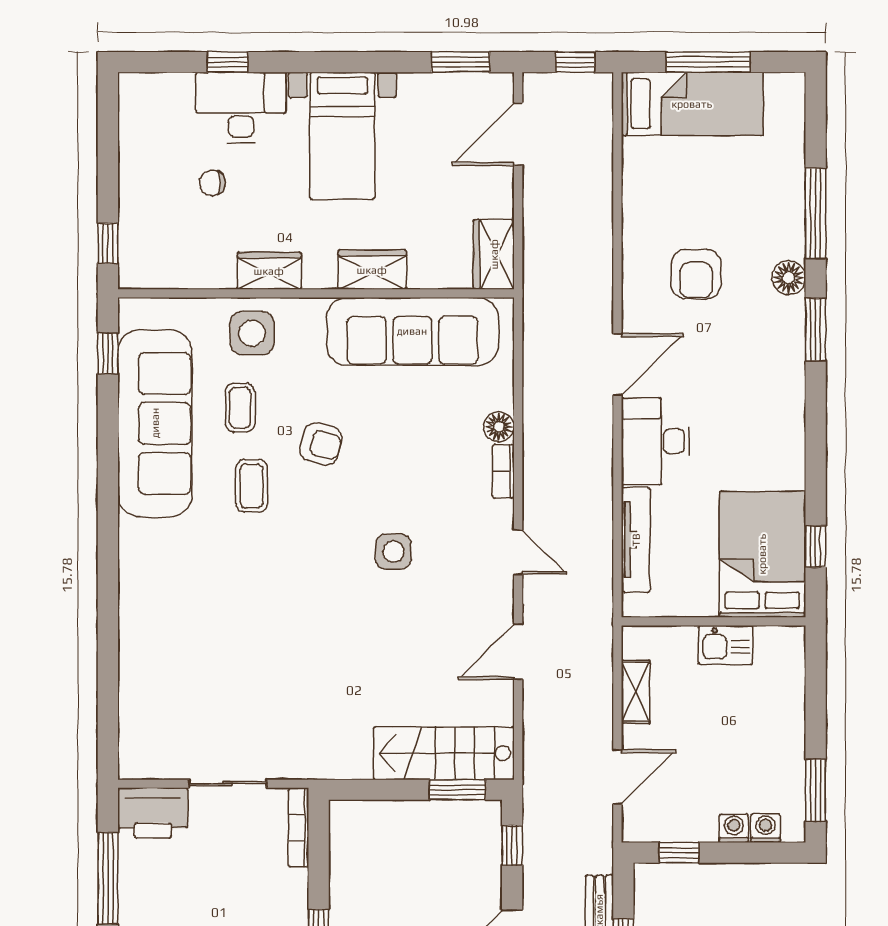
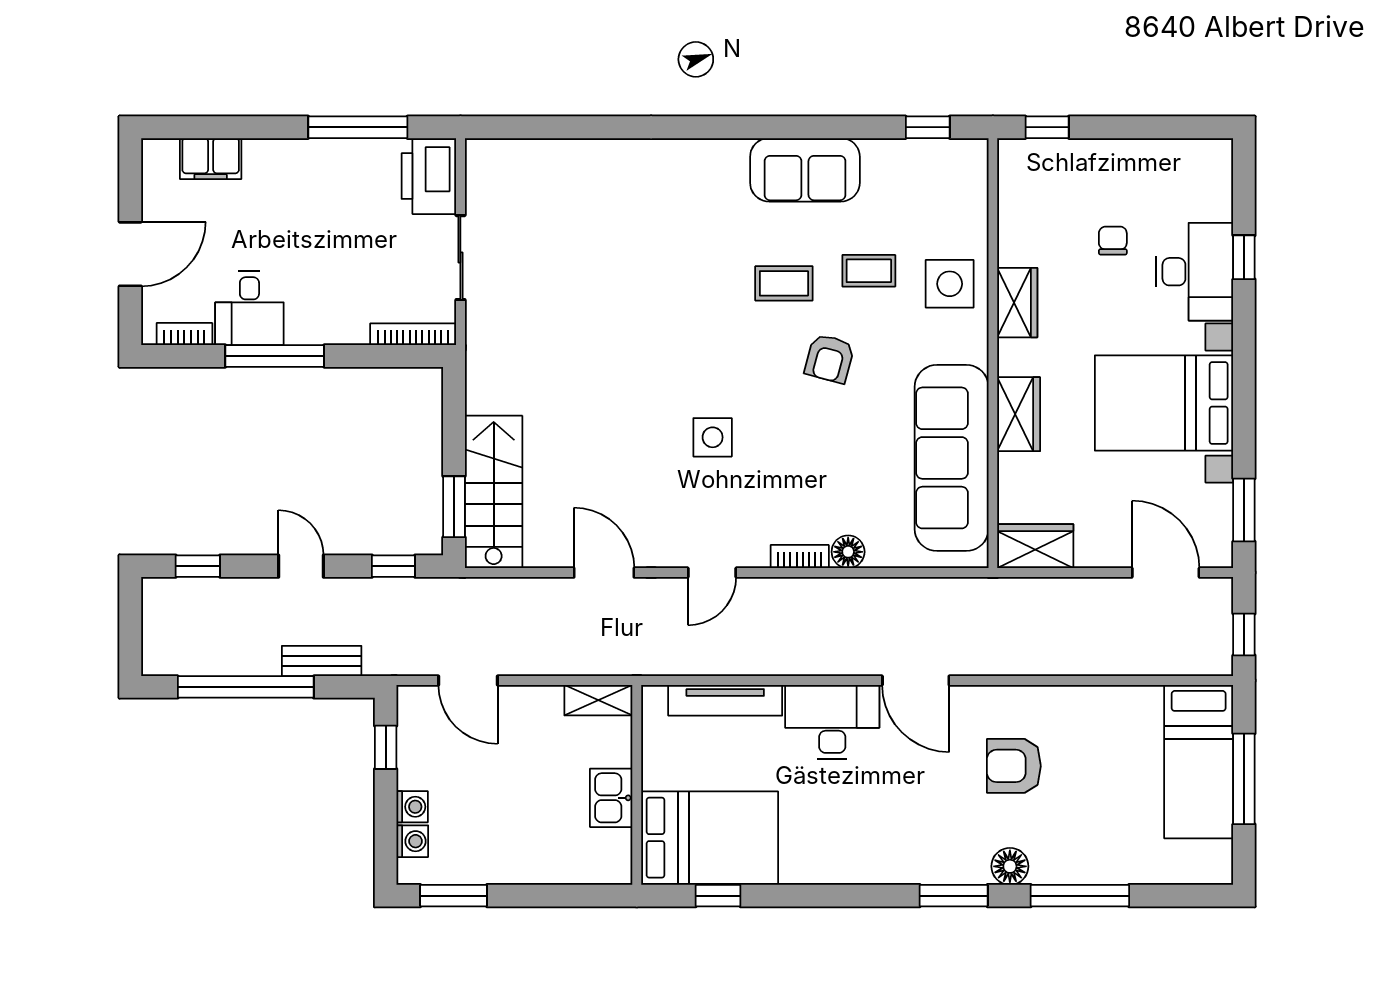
bed with nightstands: (342, 136) -> (1164, 403), width x1.36
sofa: (155, 423) -> (805, 170), width x0.54, depth x0.79
shelving: (636, 692) -> (598, 700), moved

